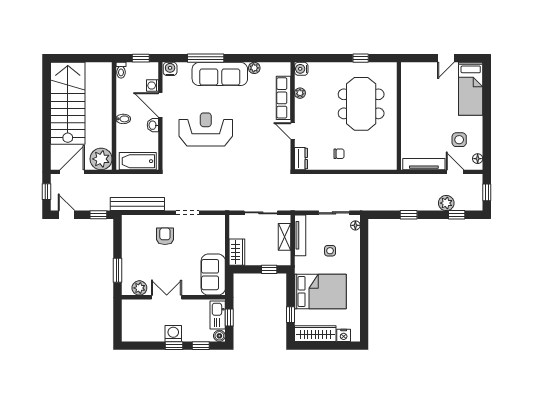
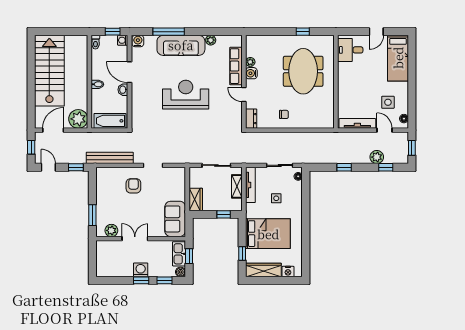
water cooler: (301, 69) -> (251, 73), moved
desk: (415, 79) -> (350, 50), added
washing machine: (153, 85) -> (123, 40), moved
reception desk: (206, 130) -> (186, 95), moved

